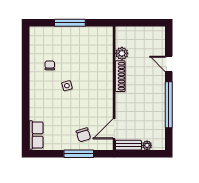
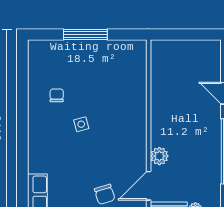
plant: (122, 53) -> (159, 156), moved
shoe rack: (120, 76) -> (157, 111), removed

